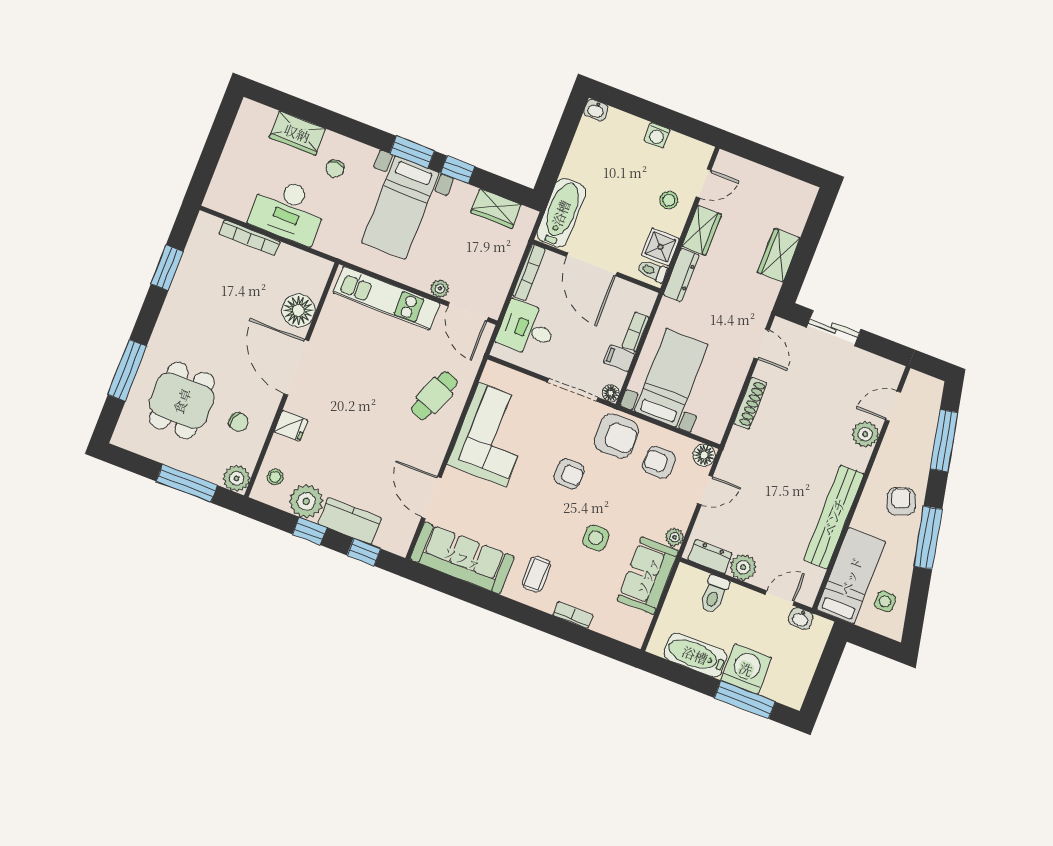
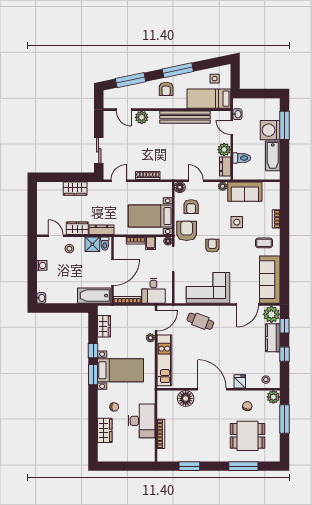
door: (296, 367) -> (212, 389), swing flipped
plant: (306, 501) -> (271, 314), moved
armchair: (901, 502) -> (166, 89), turned -69

